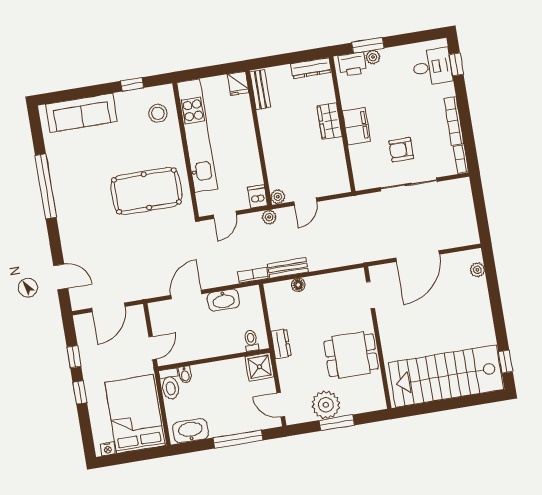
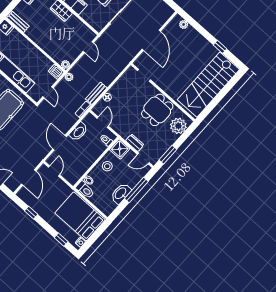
door: (305, 202) -> (88, 47), moved
door: (266, 313) -> (103, 122), added
dresser: (281, 344) -> (135, 143), moved
door: (153, 348) -> (54, 171), moved
window: (505, 362) -> (220, 47), moved
stool: (225, 376) -> (107, 166), added
window: (80, 392) -> (61, 240), moved
plant: (326, 405) -> (178, 126), moved
window: (337, 423) -> (168, 155), moved
washbasin: (190, 431) -> (121, 193), moved

